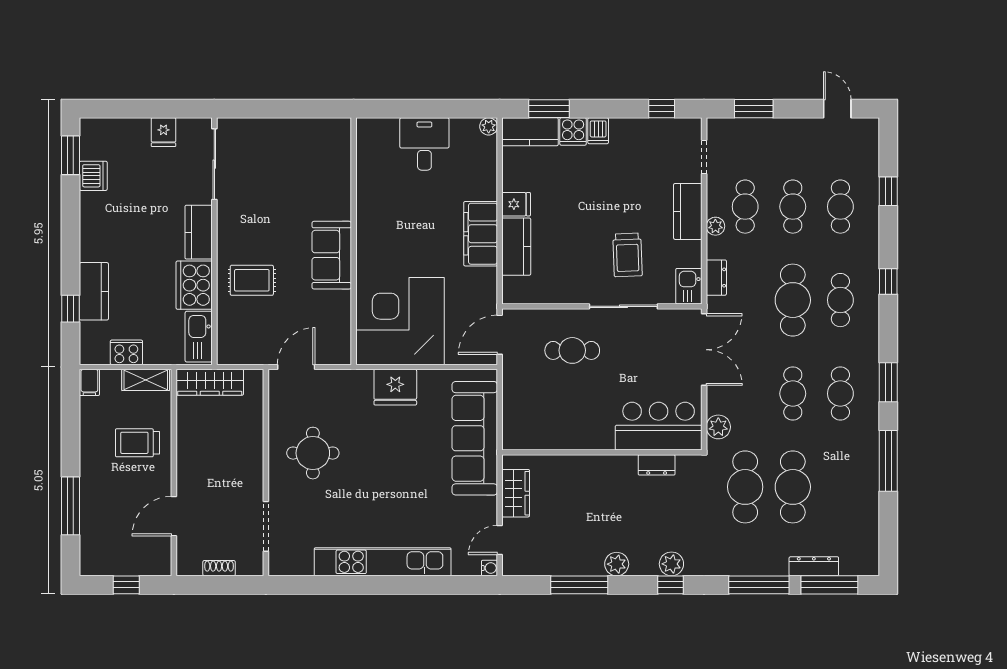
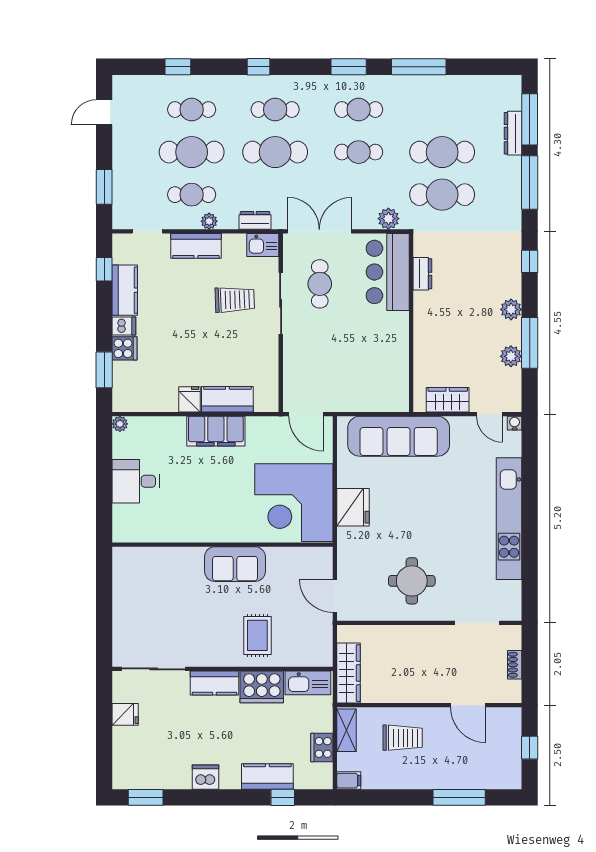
kitchen counter: (530, 132) -> (125, 290), moved
dishwasher: (93, 176) -> (205, 777), moved
cafe table: (793, 207) -> (192, 152), width x1.37, depth x1.35
cafe table: (572, 350) -> (320, 284), moved
trolley: (137, 443) -> (403, 738), turned -90
plant: (671, 564) -> (511, 356), moved

